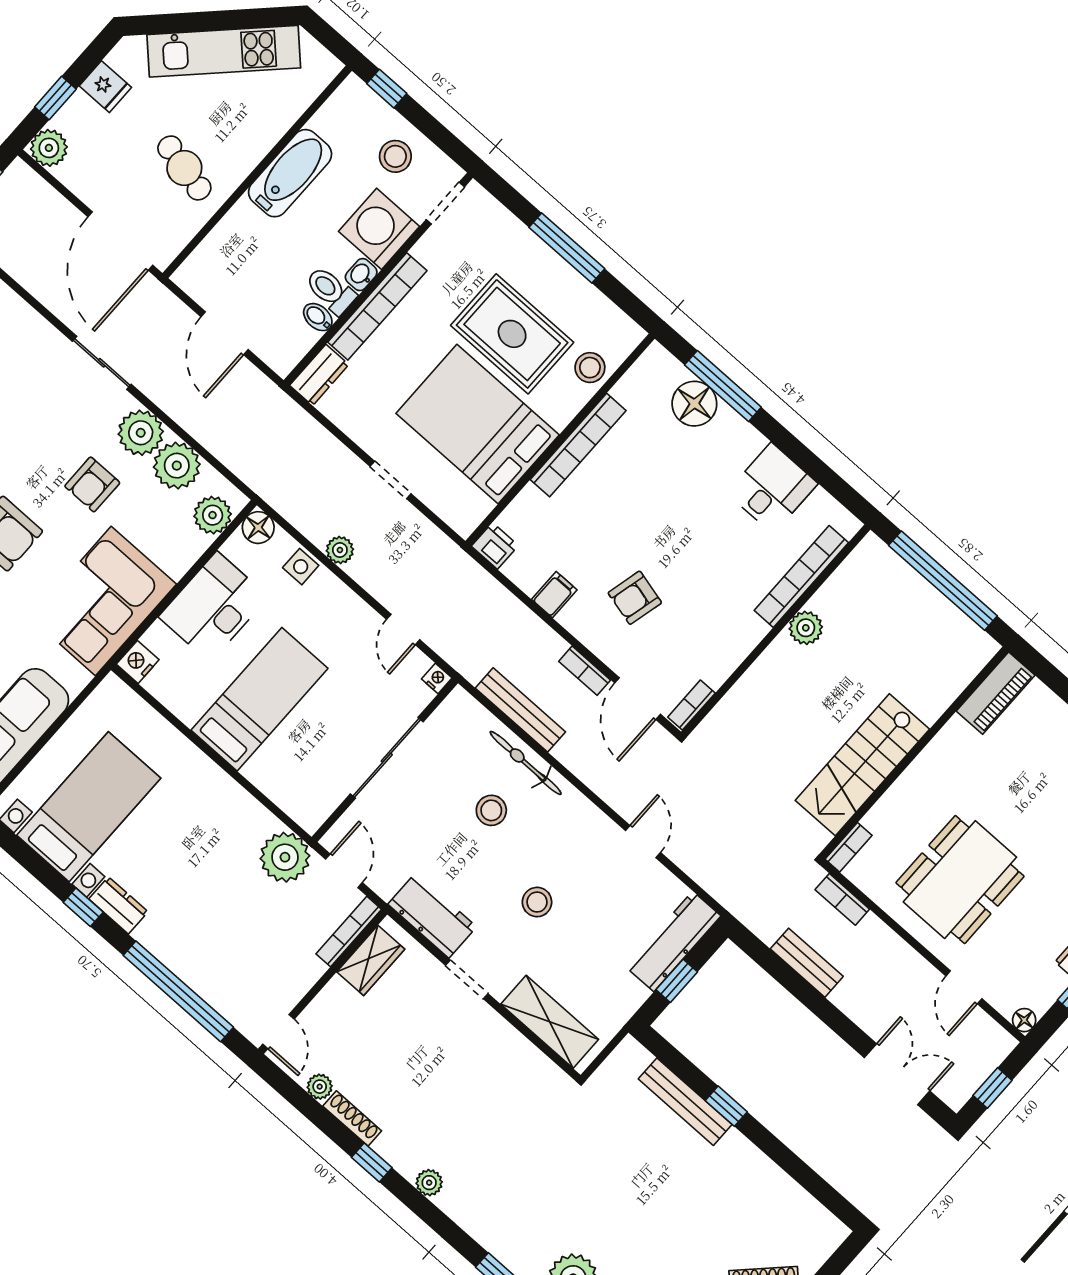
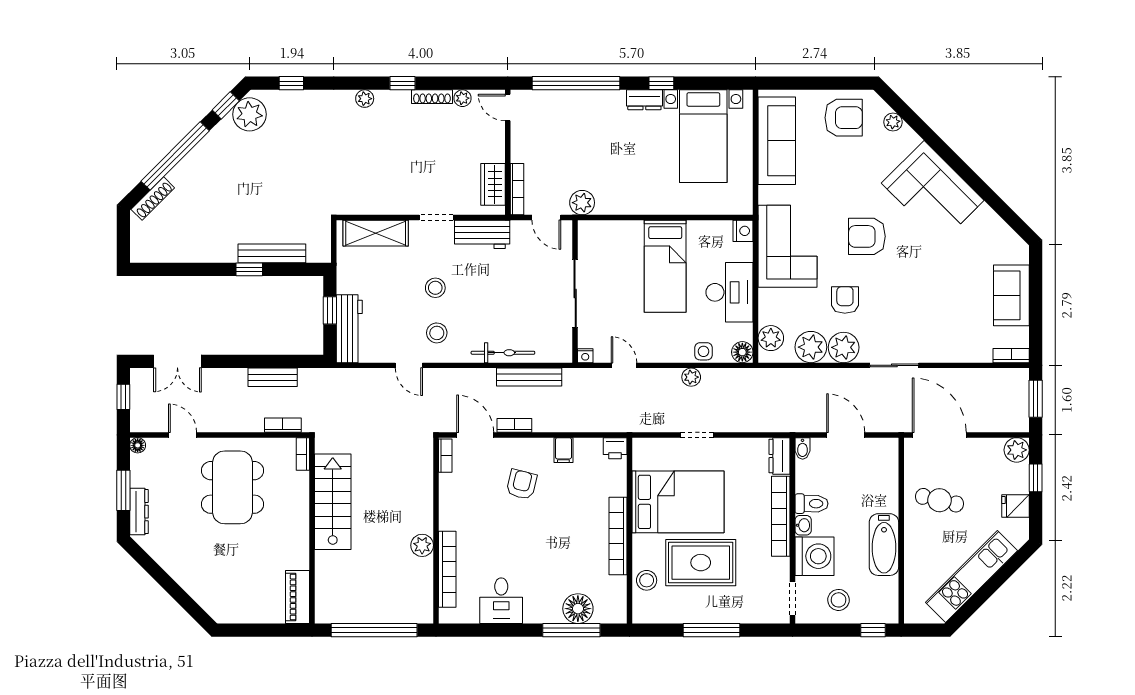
bidet: (318, 317) -> (803, 448), moved, turned 90
stool: (491, 810) -> (437, 333), moved
plant: (285, 857) -> (582, 203), width x0.73, depth x0.73

